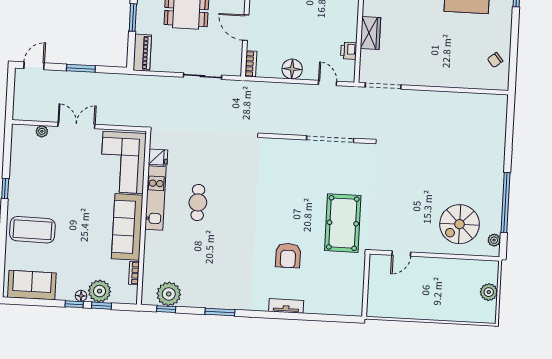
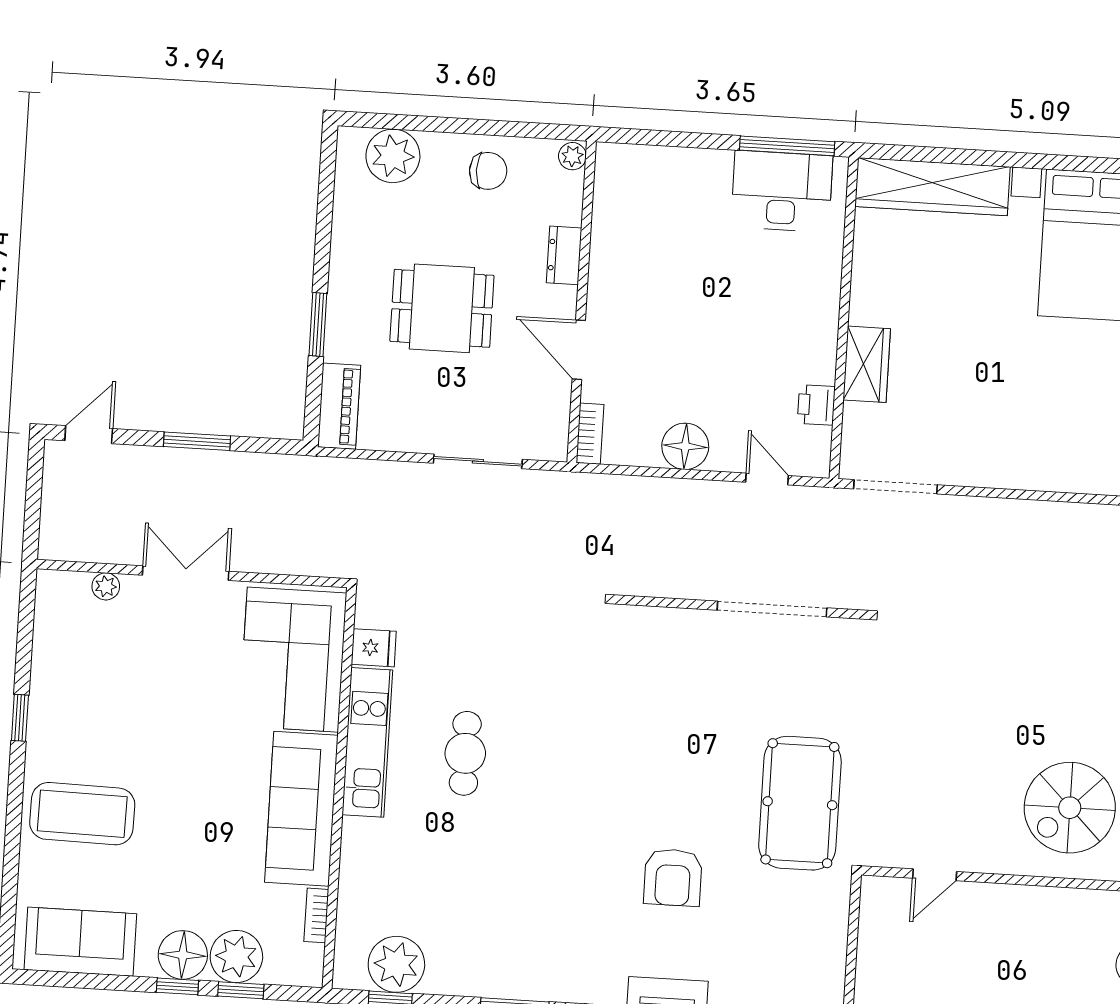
floor lamp: (81, 296) -> (183, 955), width x1.89, depth x1.89

